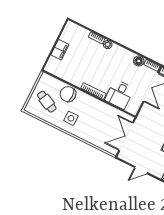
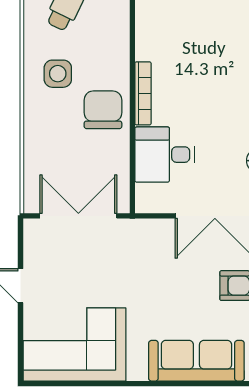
chair: (68, 94) -> (103, 110), moved

